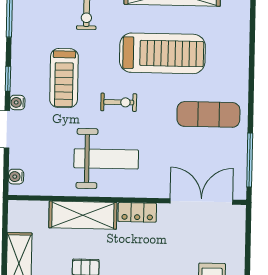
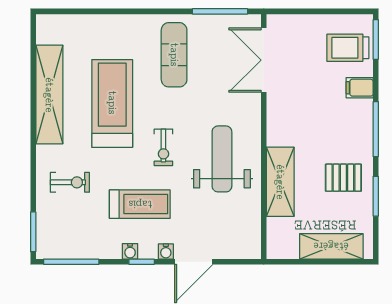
exercise bike: (119, 102) -> (163, 147), turned 180
water cooler: (16, 177) -> (130, 251), moved
locker: (137, 212) -> (276, 126), removed

